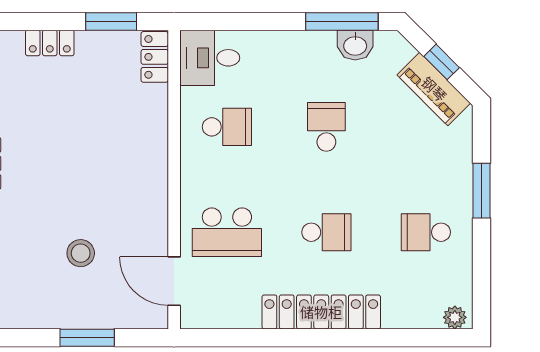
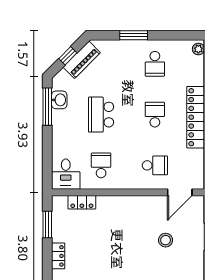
locker: (155, 57) -> (82, 202), moved
school desk: (326, 127) -> (101, 115), width x1.85
school desk: (227, 232) -> (155, 165), width x0.54

